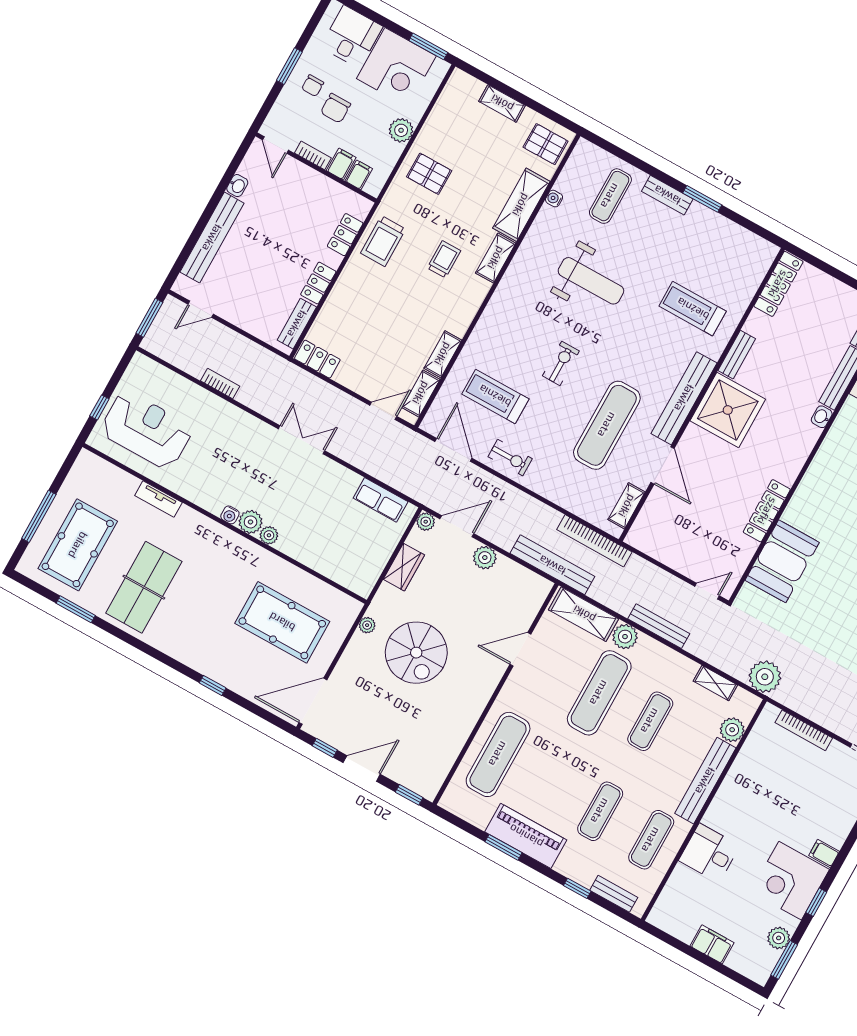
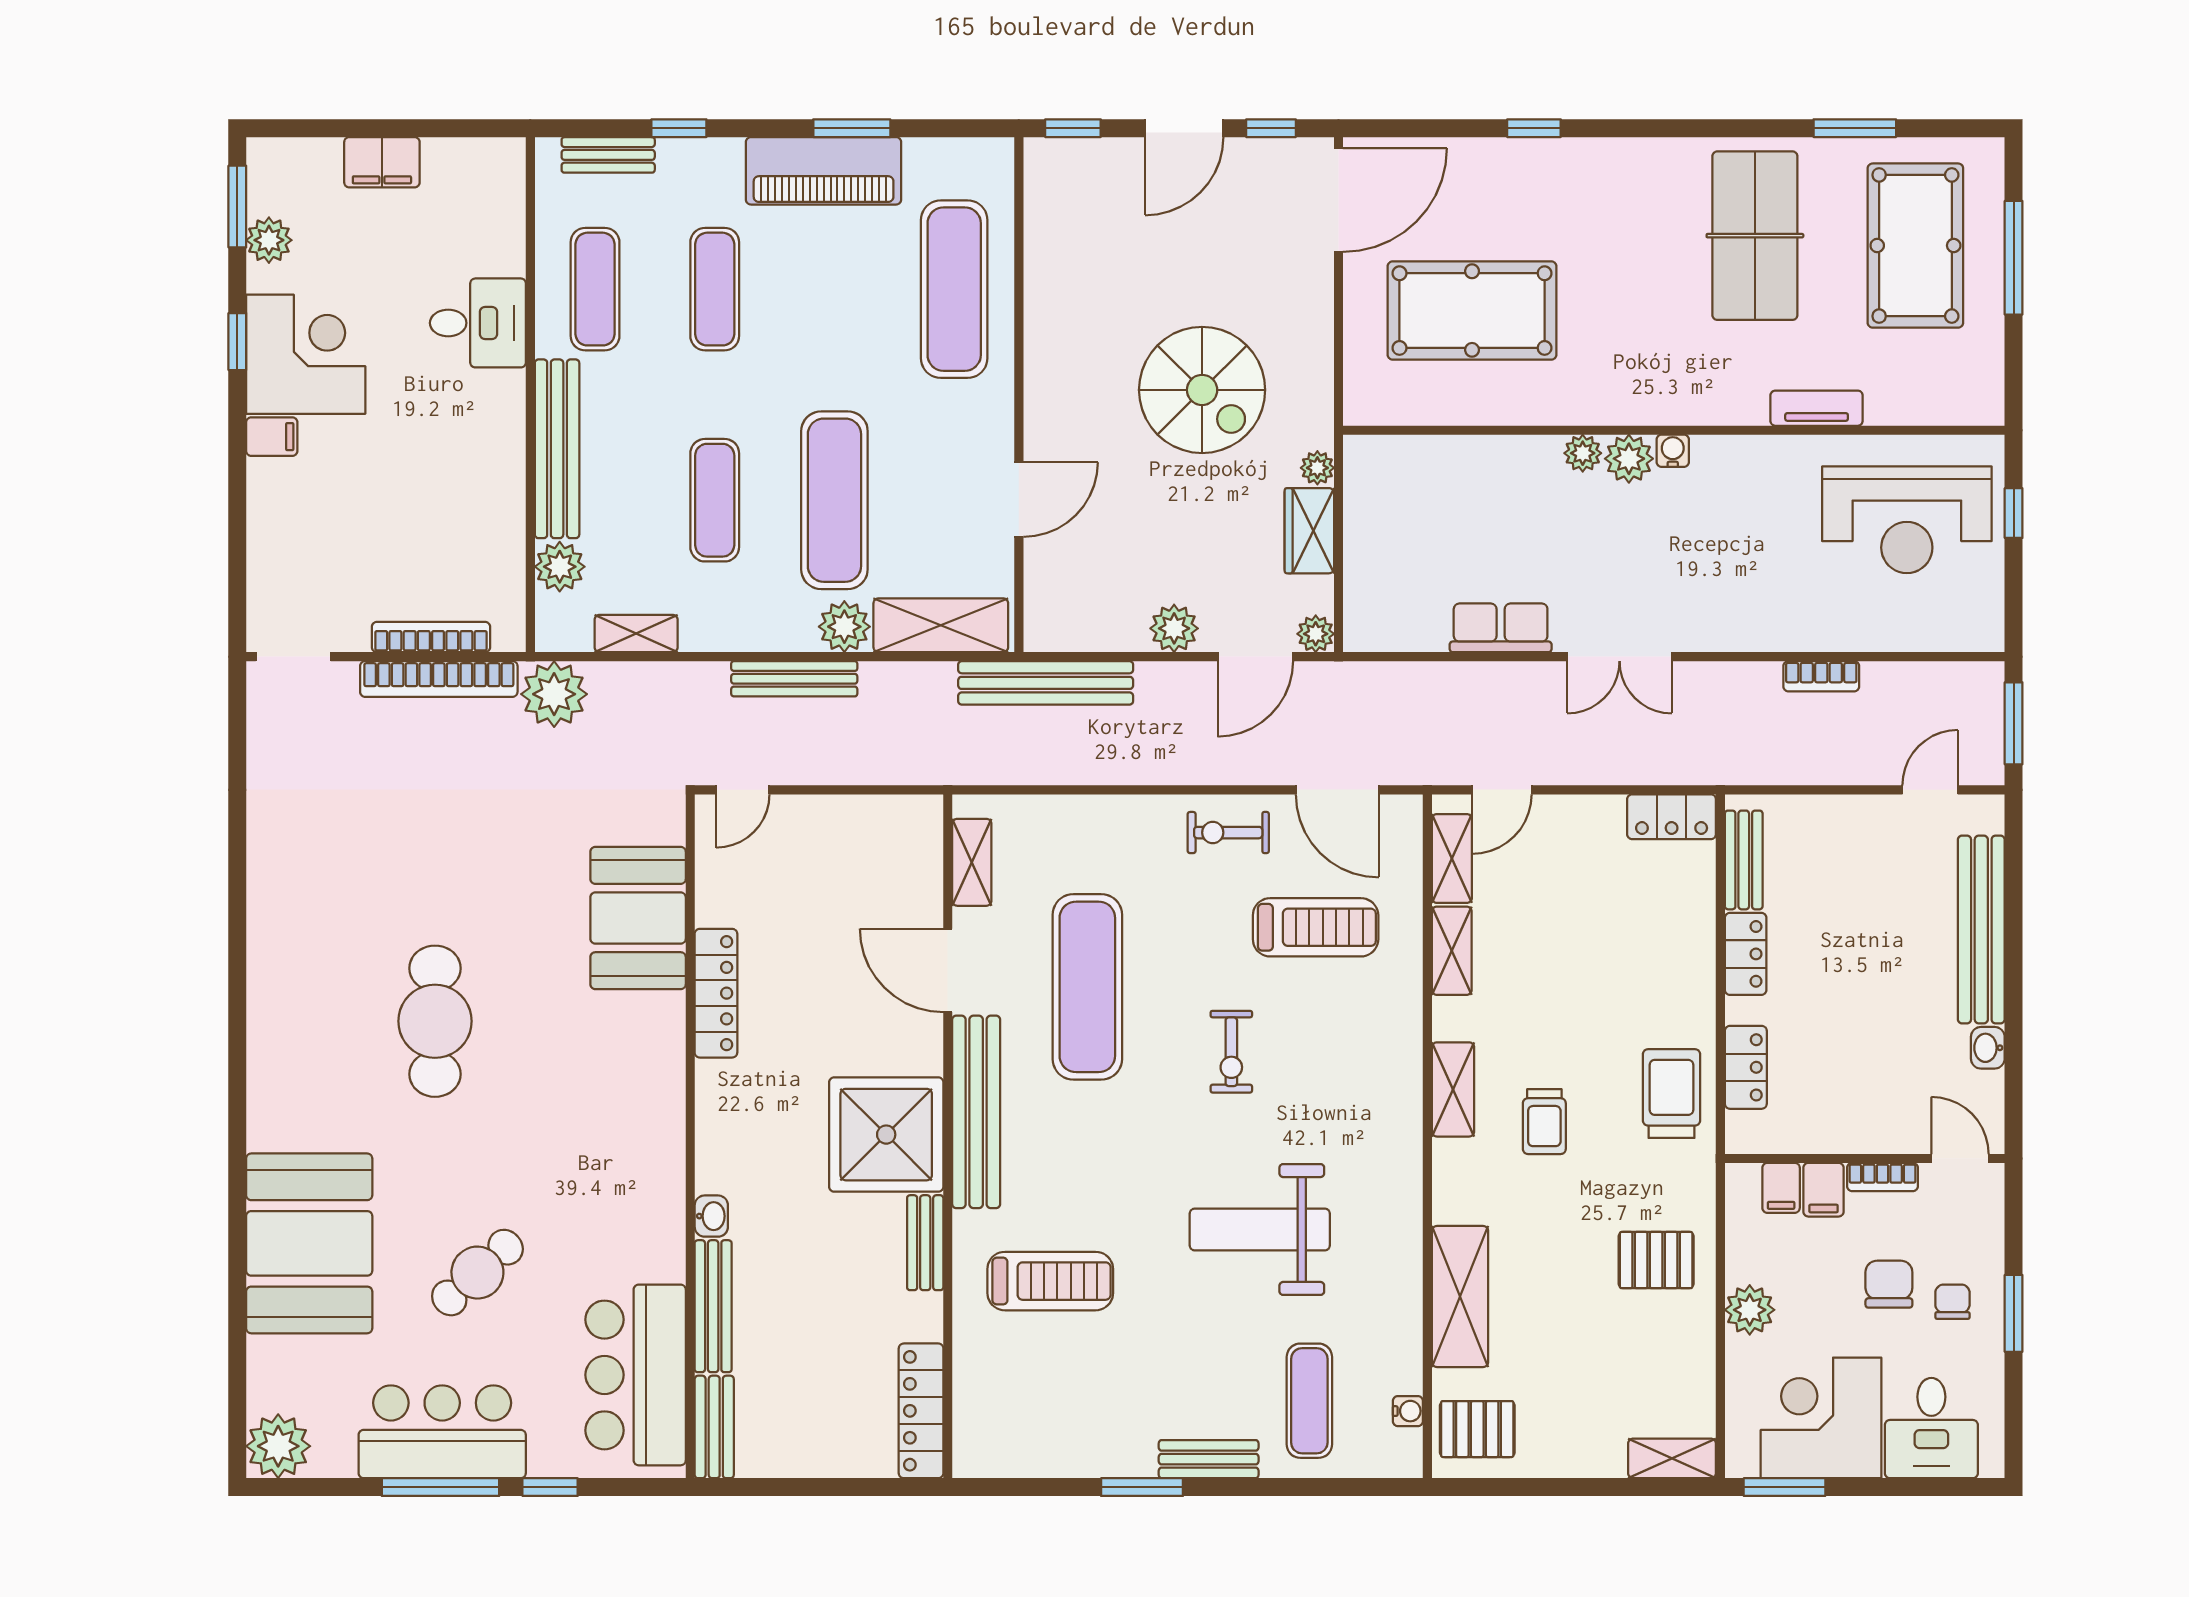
shelving: (502, 103) -> (1672, 1458), moved
water cooler: (554, 199) -> (1408, 1411), moved
shelving: (496, 258) -> (1453, 1089), moved
row of seats: (381, 500) -> (1501, 628), moved
bookcase: (594, 541) -> (439, 679), moved, turned 180
plant: (367, 625) -> (1317, 468), moved
spiral stairs: (416, 653) -> (1202, 390), turned 180

